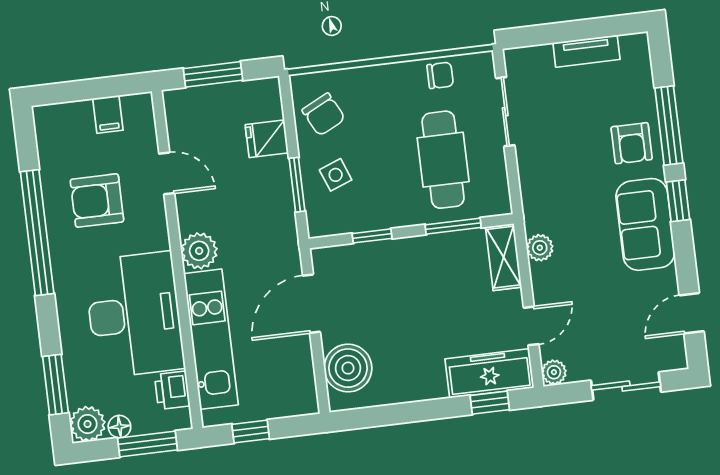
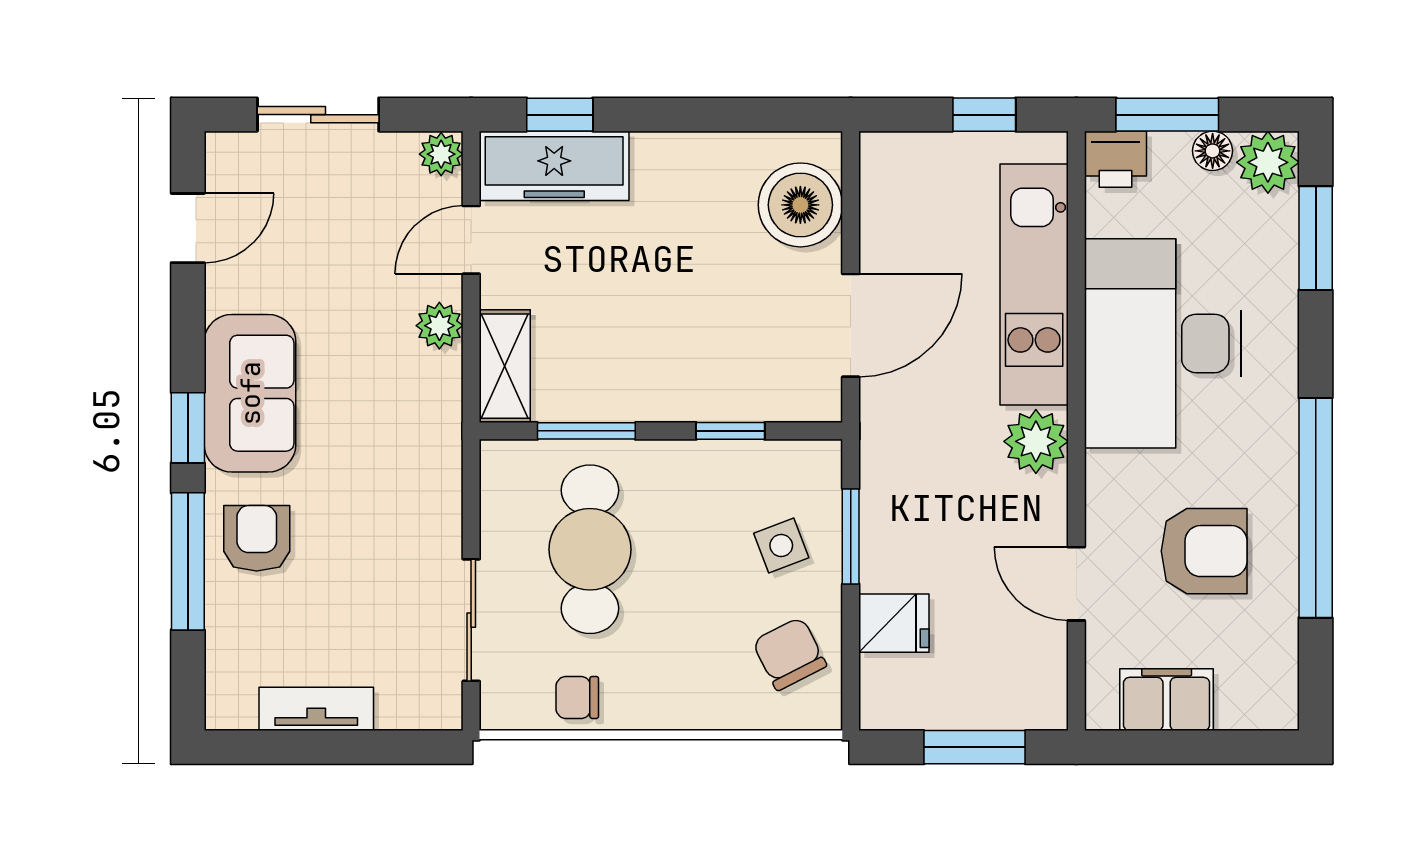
filing cabinet: (108, 114) -> (1167, 700), width x2.00
plant: (540, 248) -> (439, 326), moved
printer: (172, 390) -> (1115, 159), moved, turned 90

